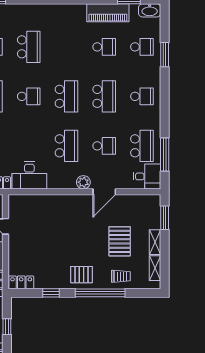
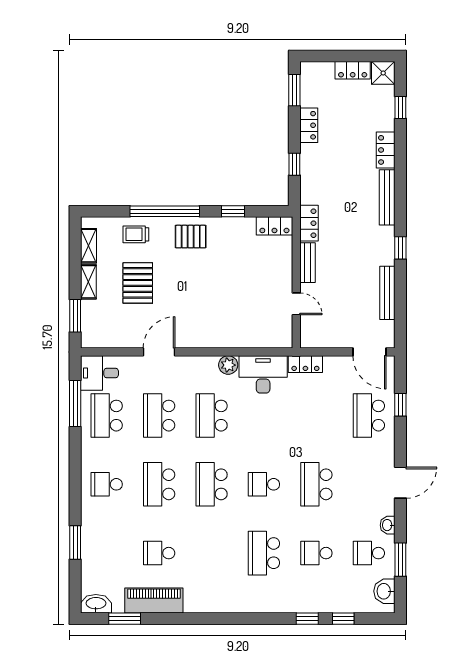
school desk: (142, 47) -> (107, 553), removed
school desk: (104, 146) -> (159, 416), width x1.85
plant: (83, 182) -> (228, 365), moved

